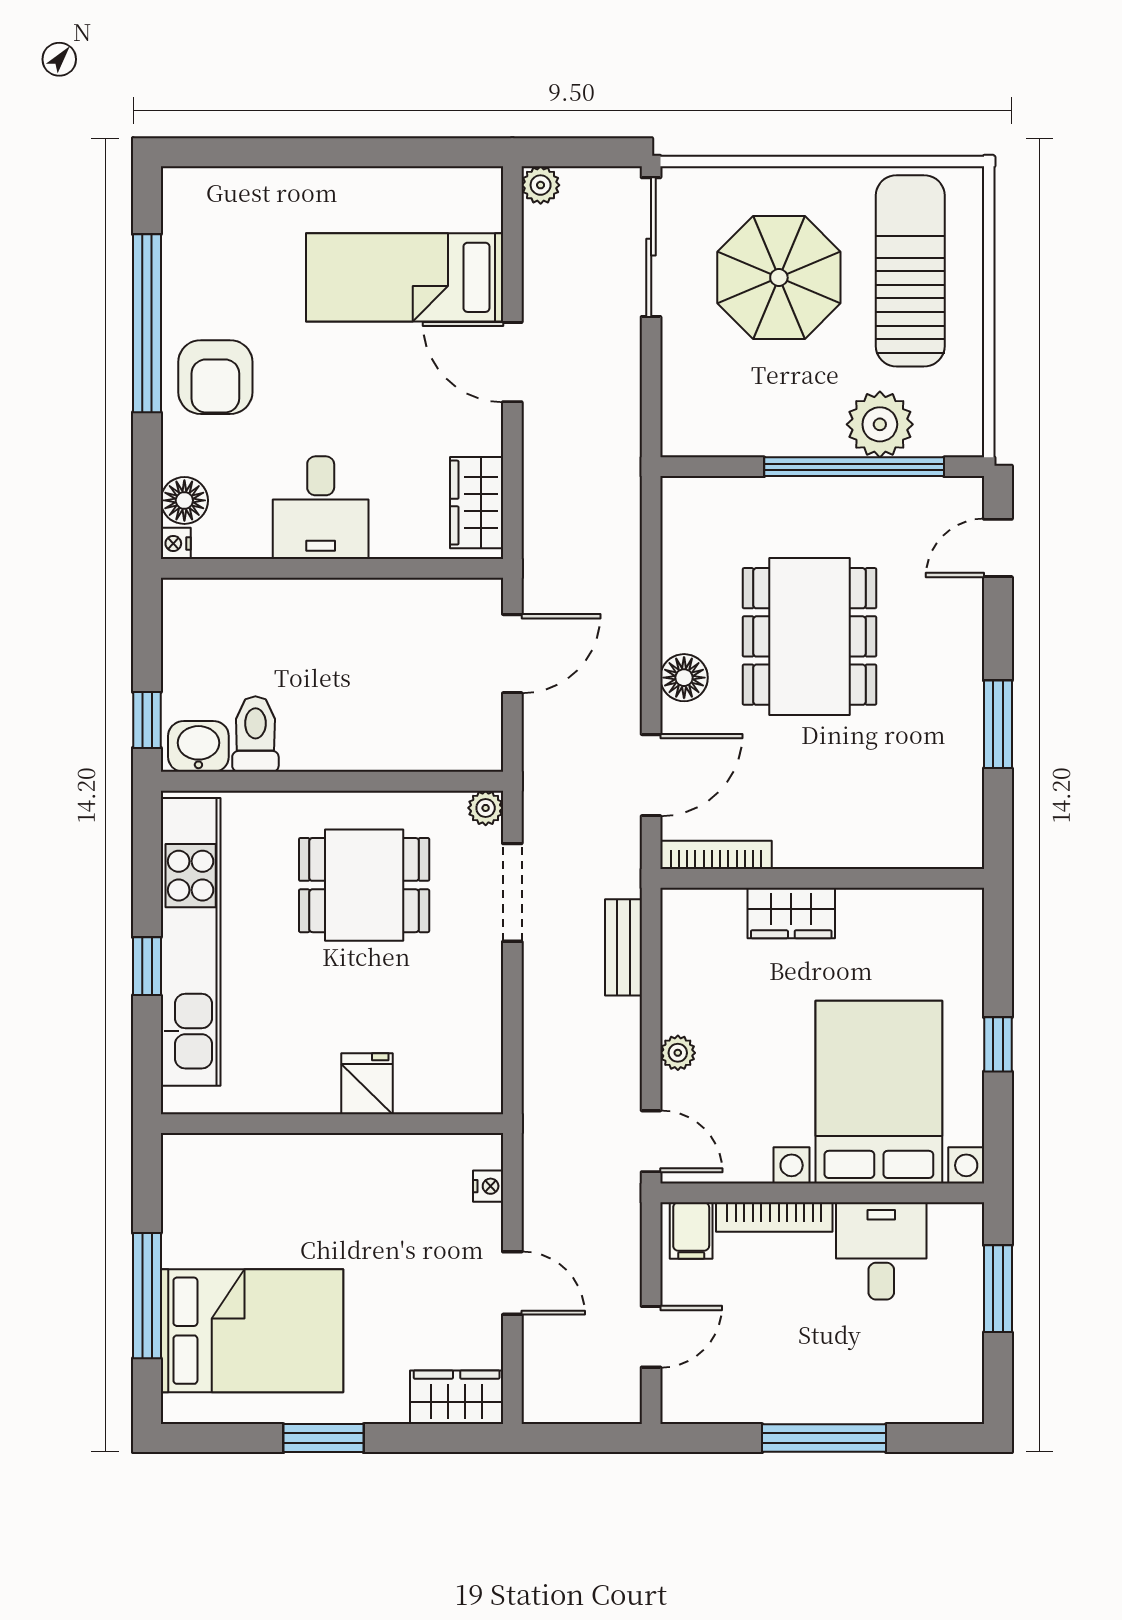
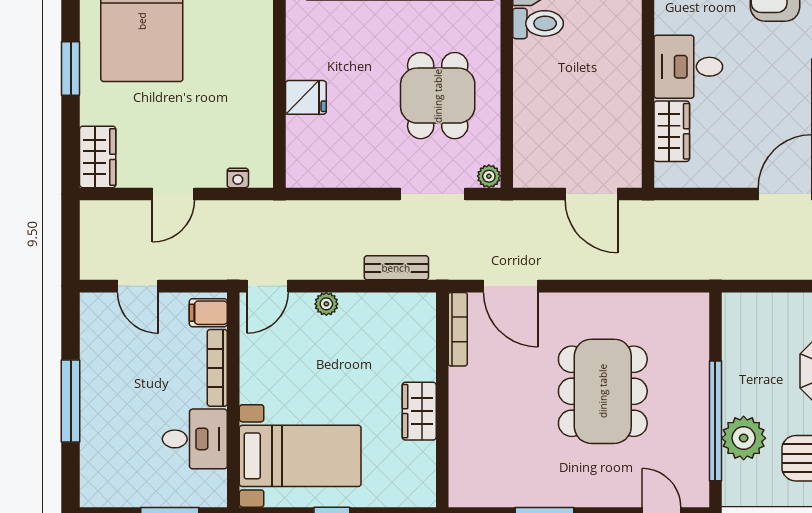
wardrobe: (477, 503) -> (672, 131), moved, turned 90
dining table: (810, 636) -> (603, 391), turned 90
floor lamp: (684, 678) -> (575, 308), removed
wardrobe: (791, 913) -> (419, 411), moved
bed with nightstands: (879, 1092) -> (300, 456), width x0.73

